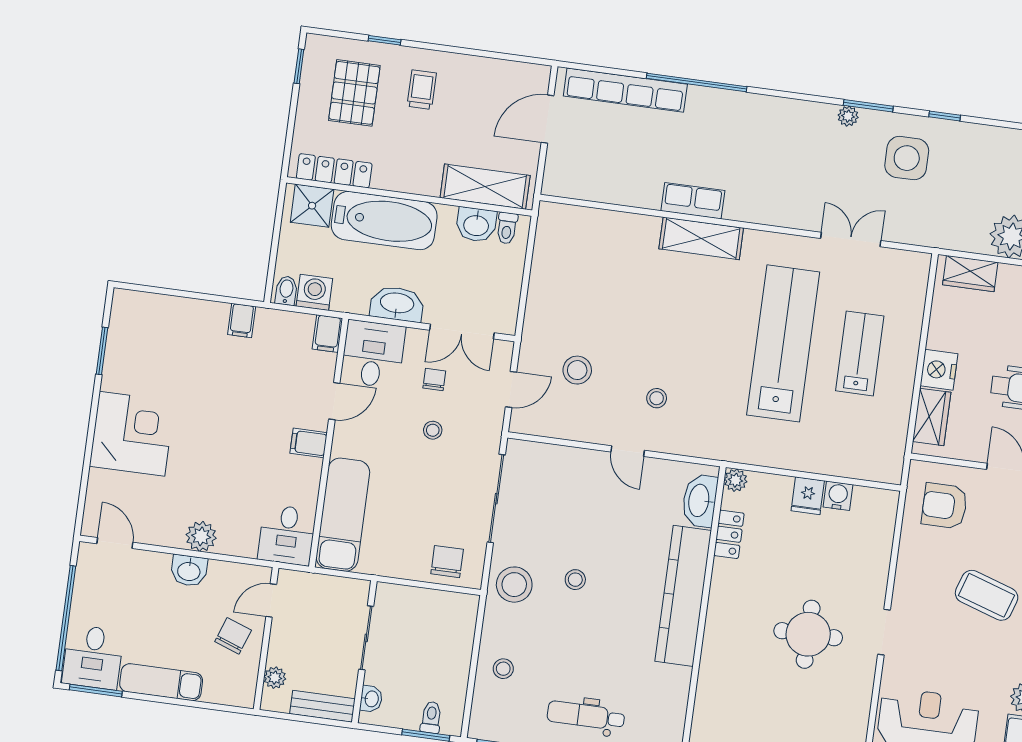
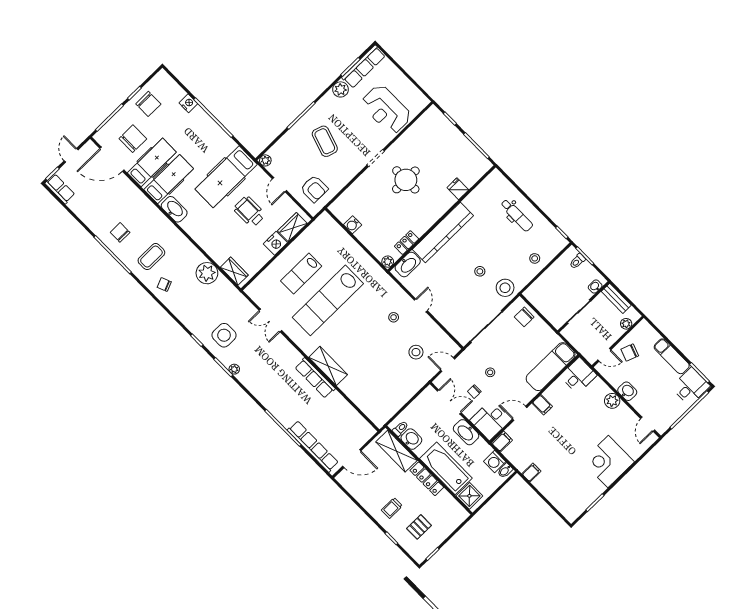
pallet: (354, 93) -> (419, 527), width x0.67, depth x0.71
locker: (334, 171) -> (427, 479), moved
row of seats: (693, 201) -> (315, 378), width x1.48
fridge: (808, 496) -> (458, 189), moved, turned -90

